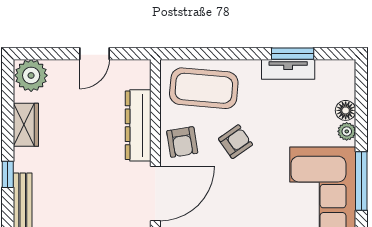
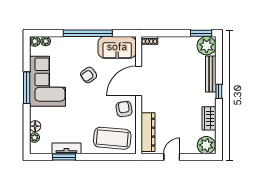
dresser: (138, 125) -> (148, 132), moved
plant: (347, 131) -> (35, 138), moved
armchair: (236, 142) -> (89, 75), moved

